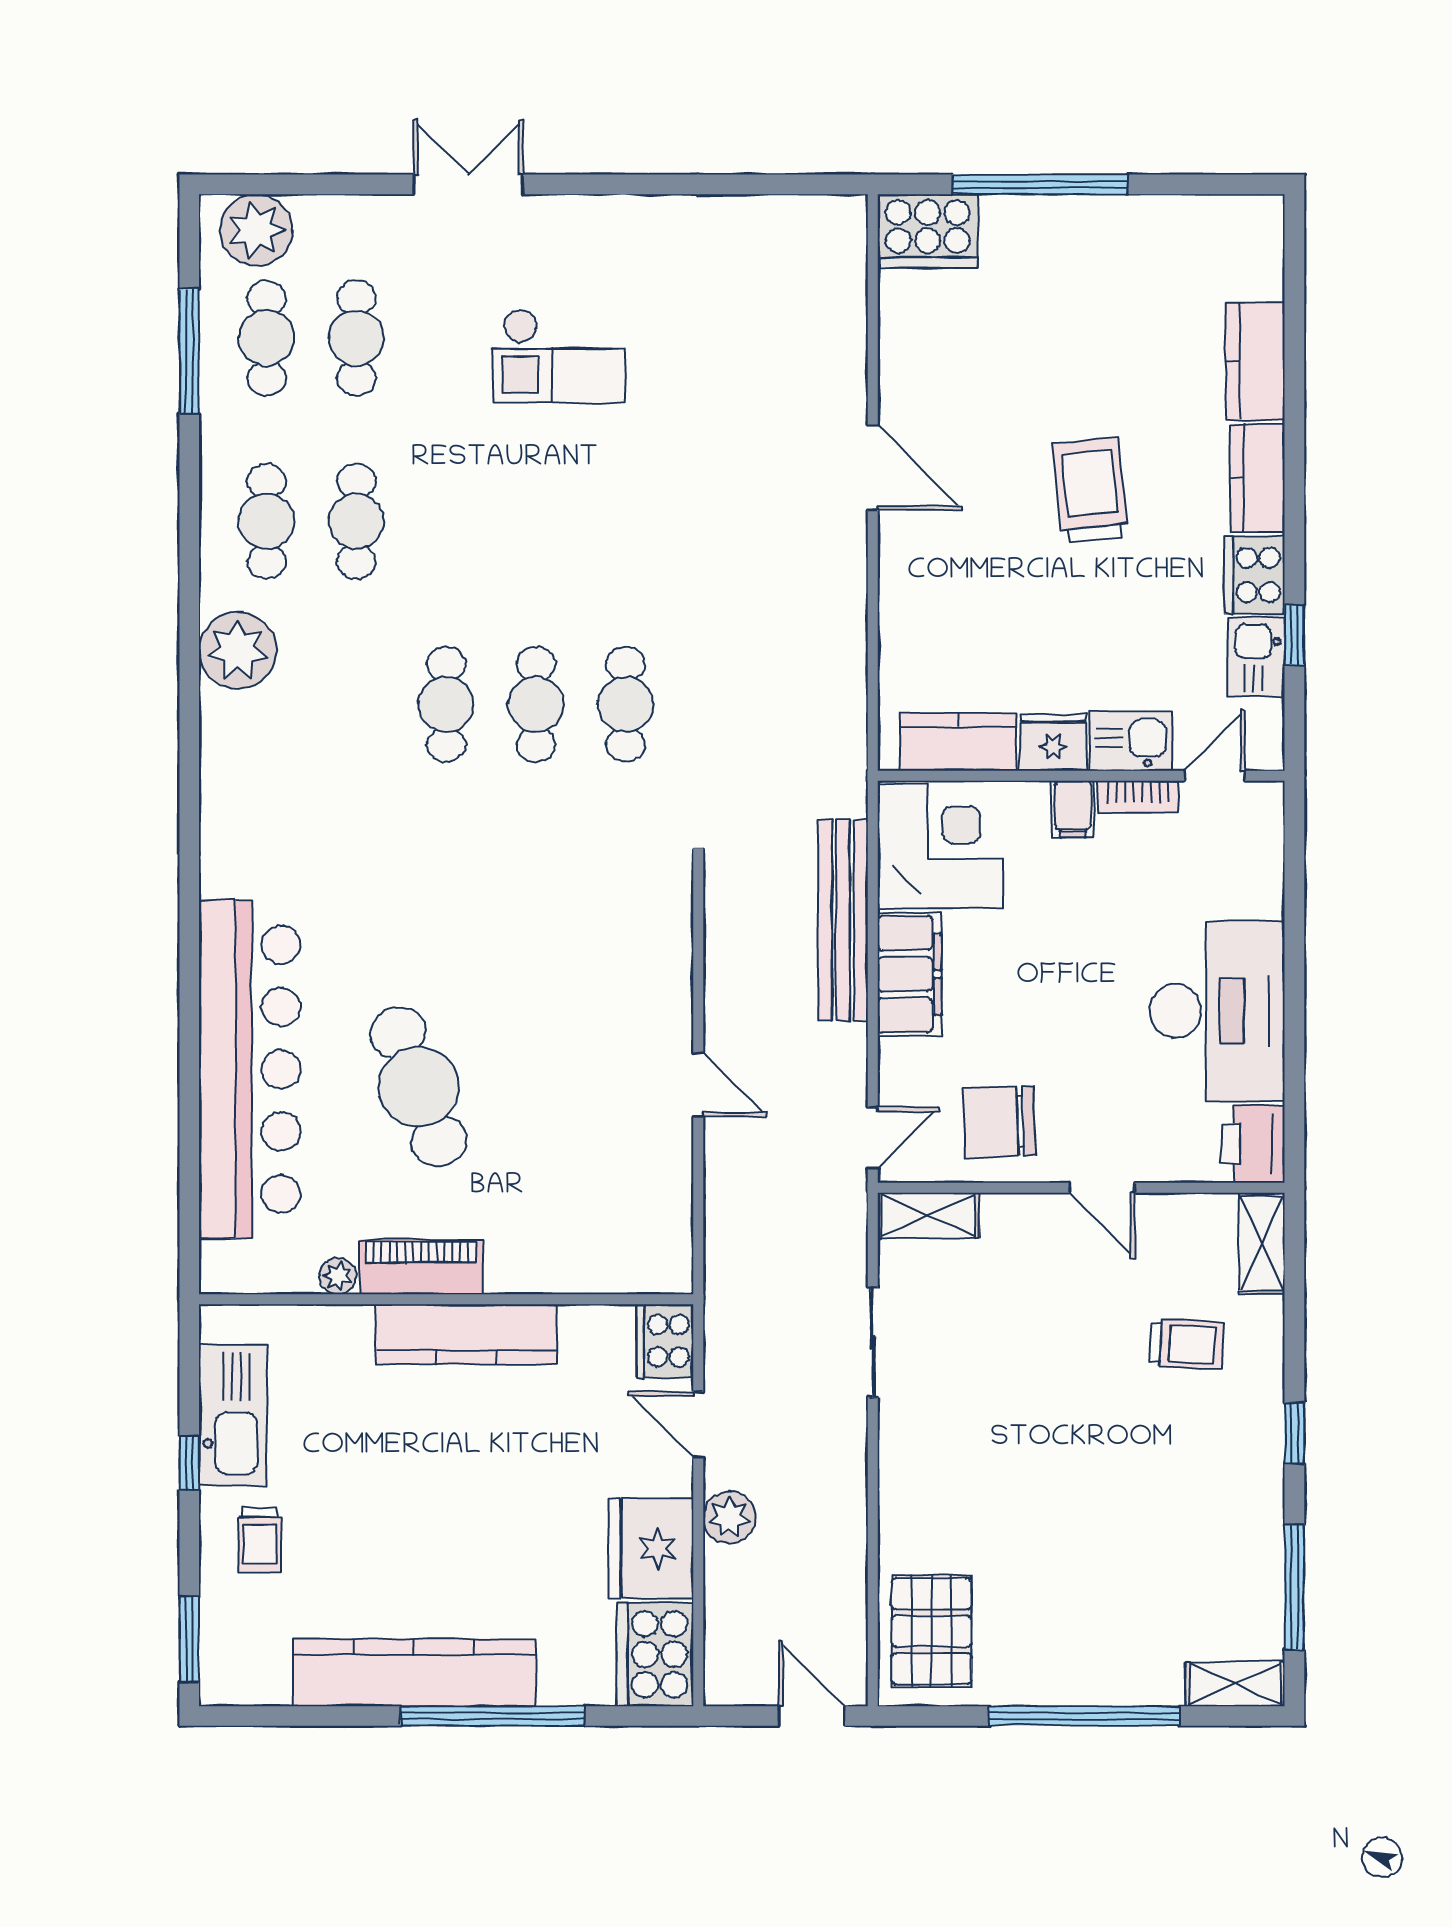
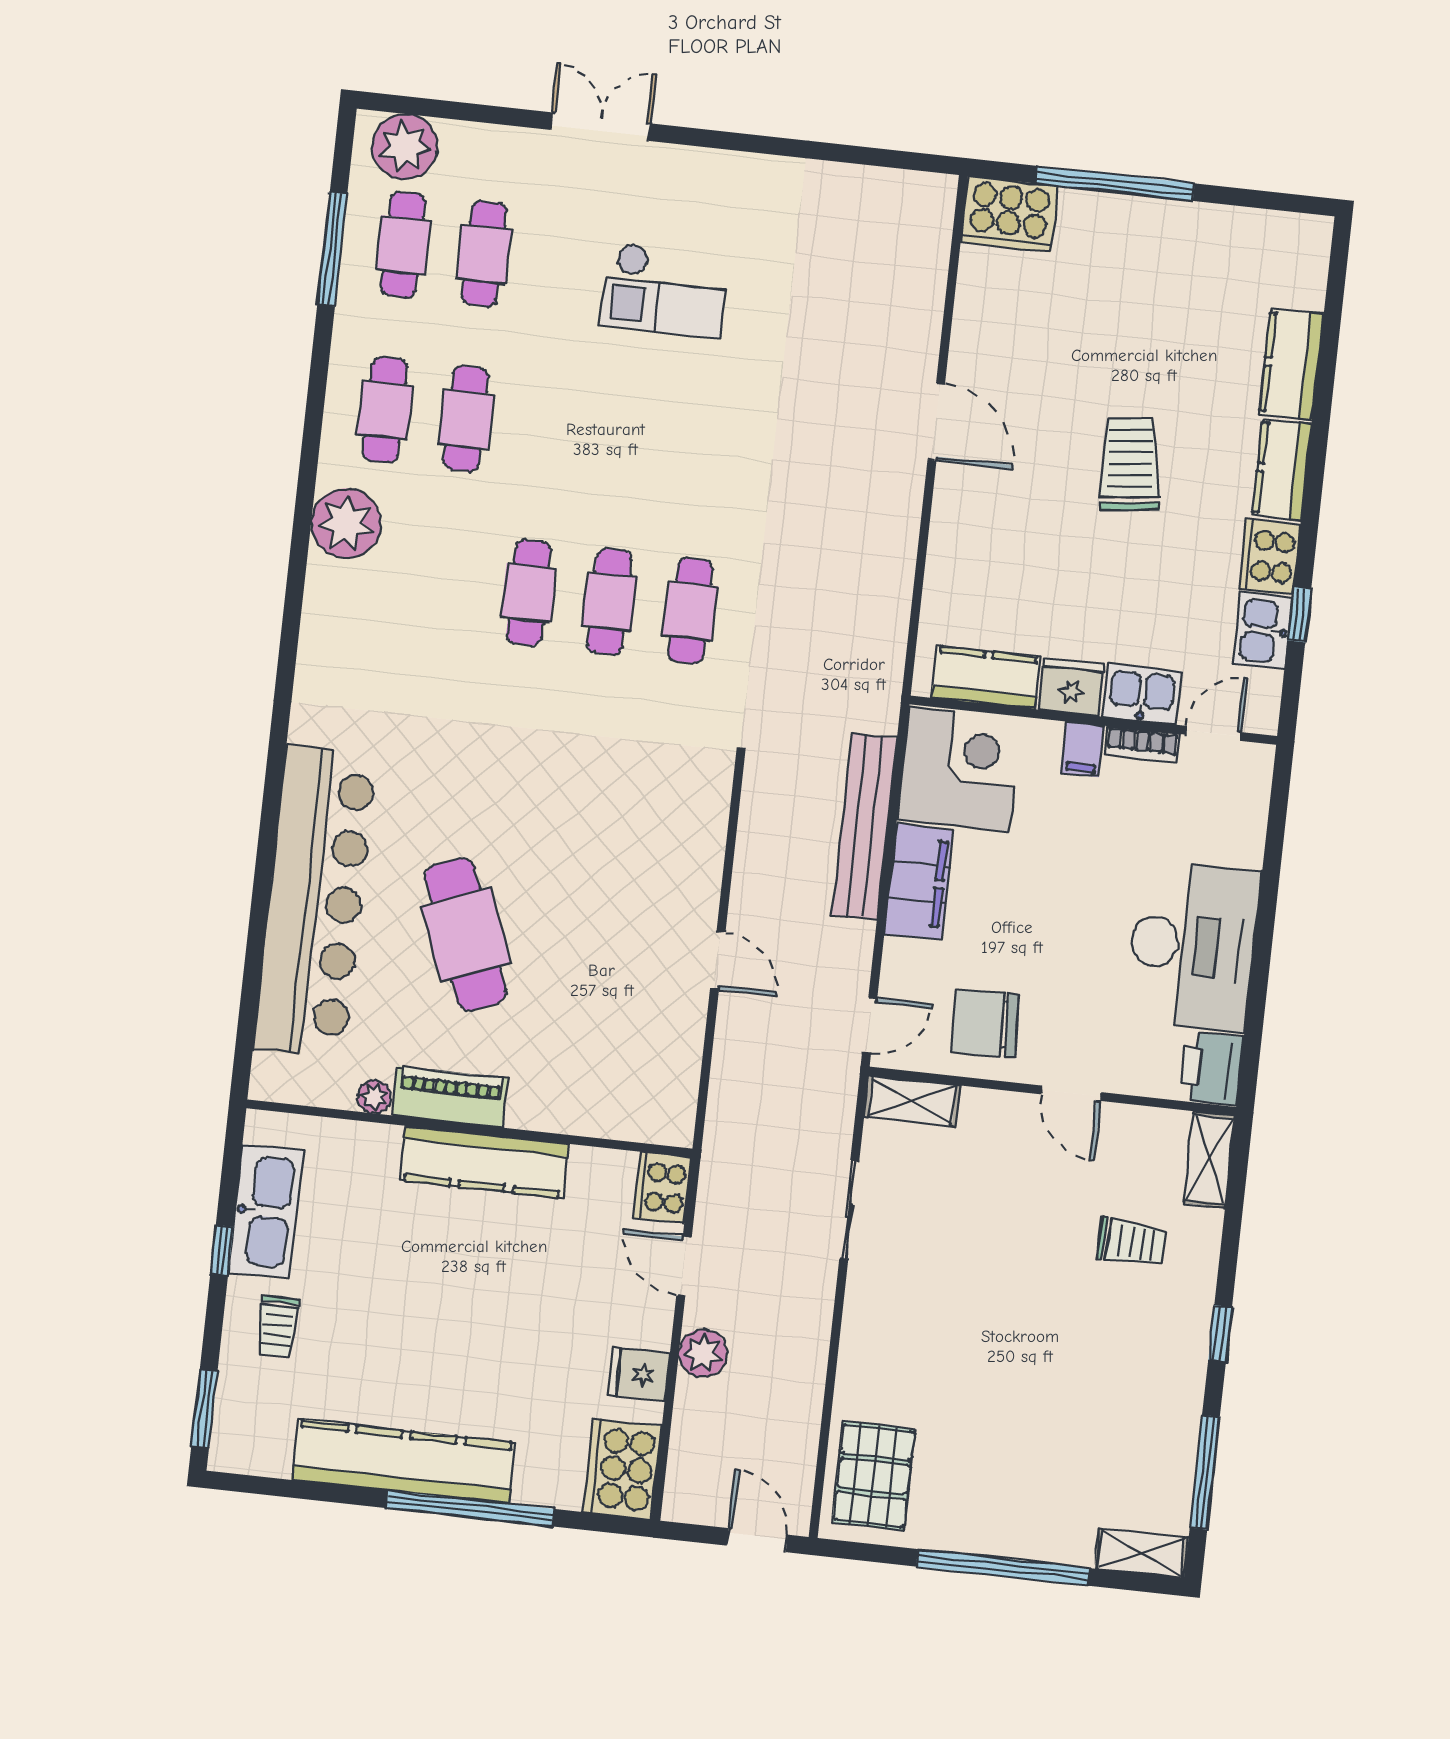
fridge: (651, 1548) -> (639, 1374), width x0.53, depth x0.75

